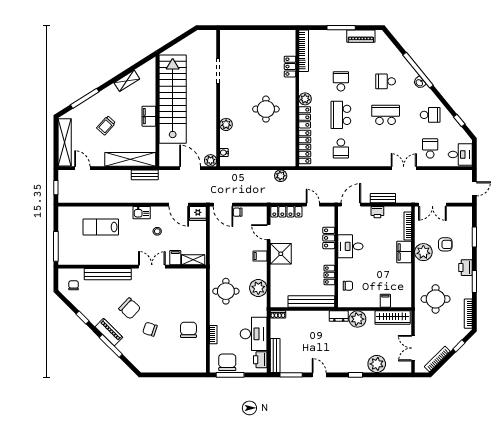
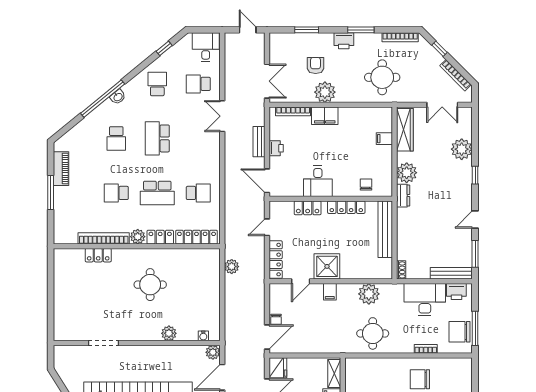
bookcase: (304, 51) -> (104, 238), moved
locker: (329, 275) -> (346, 207), width x1.53

